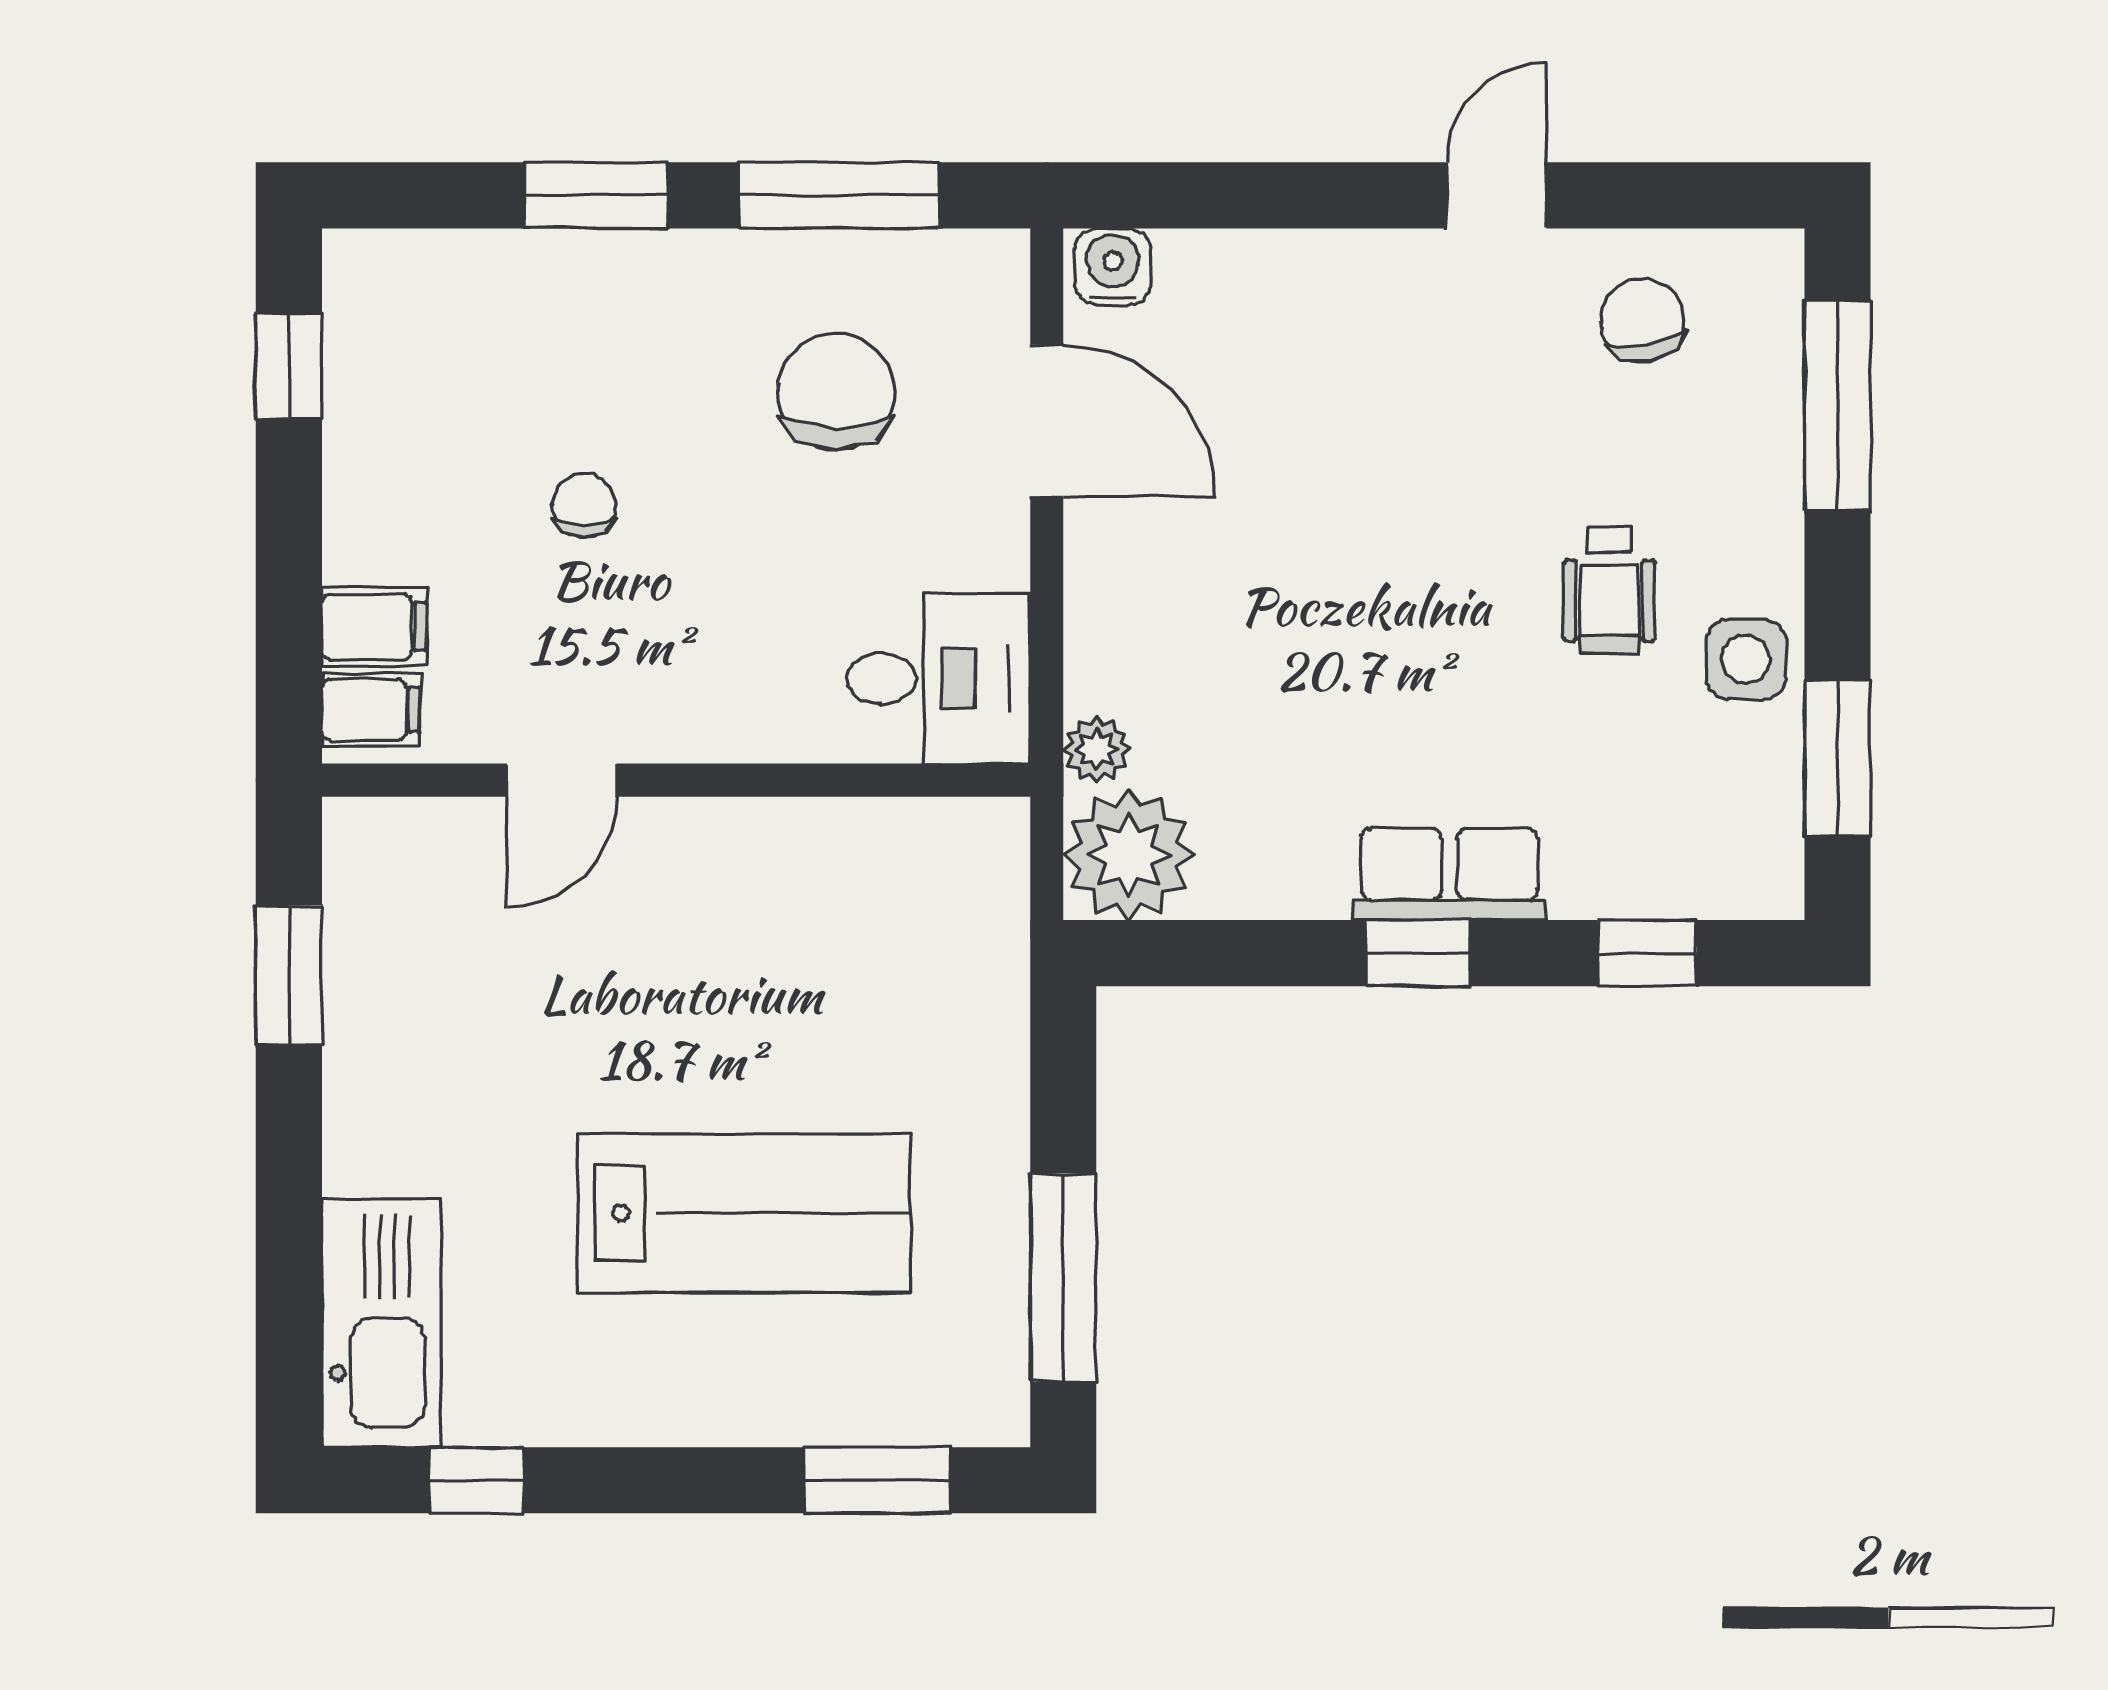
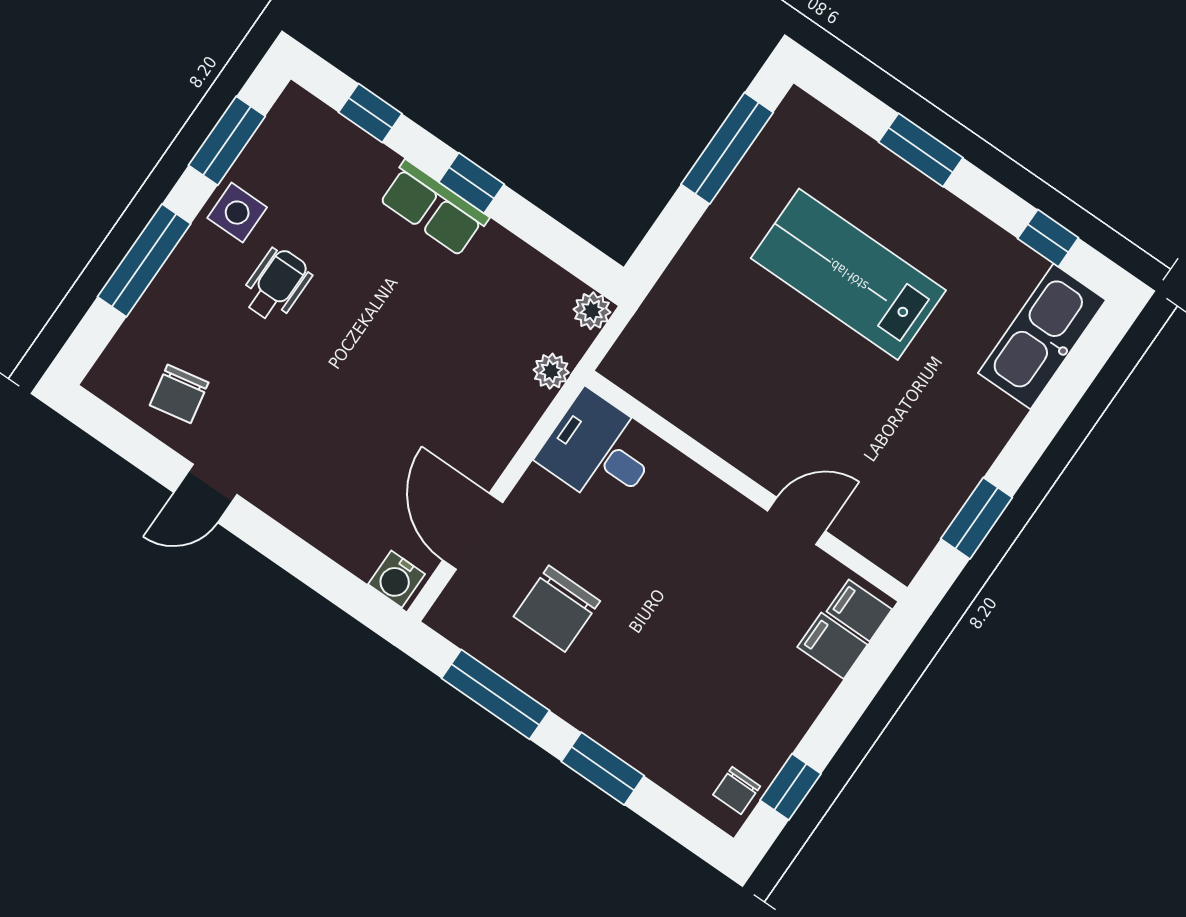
window: (1838, 406) -> (144, 260), moved
chair: (584, 505) -> (737, 790), moved
plant: (1129, 855) -> (592, 311), width x0.53, depth x0.53
window: (877, 1480) -> (921, 150), moved

